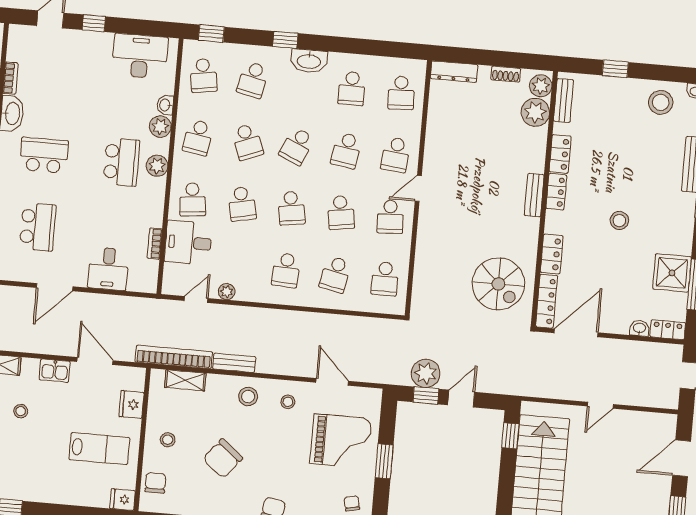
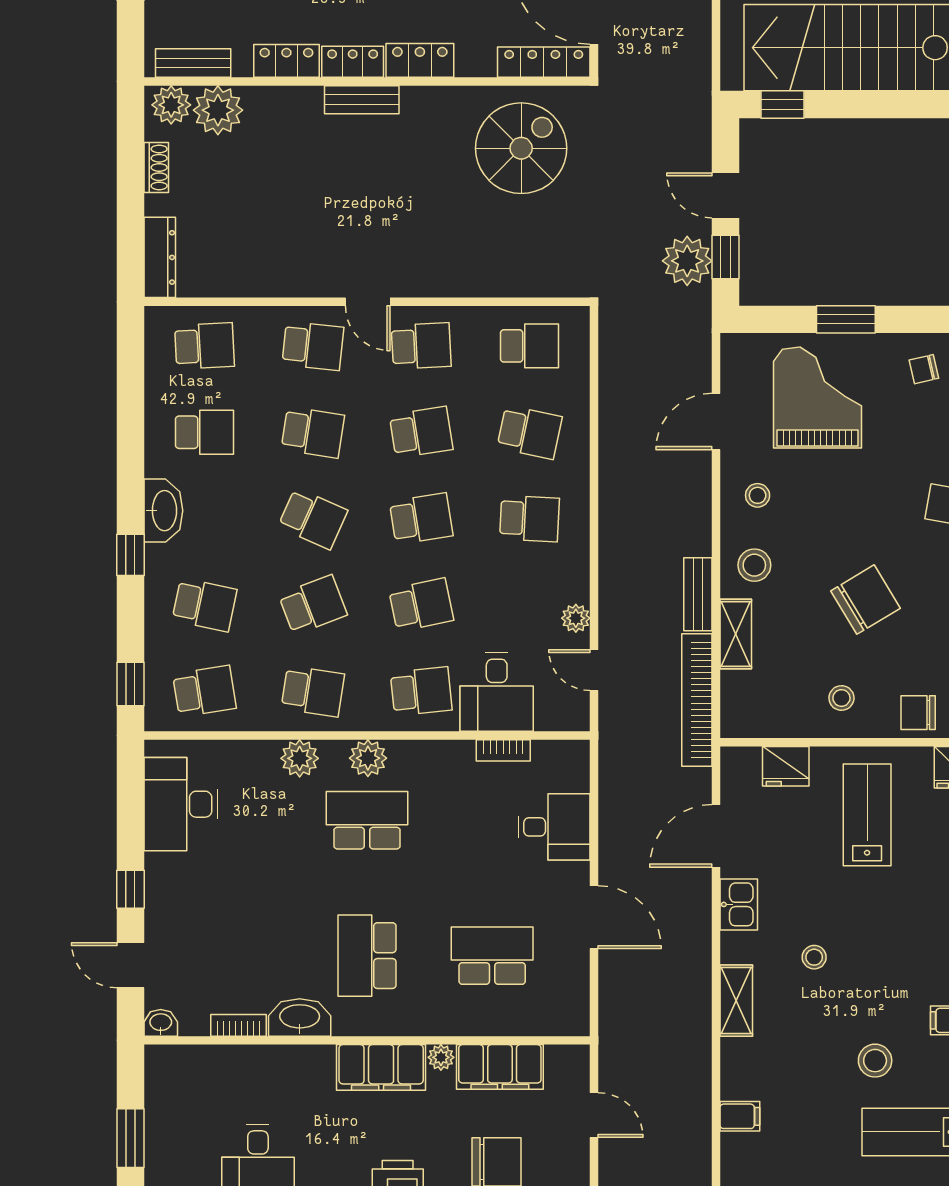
washbasin: (165, 105) -> (161, 1023), moved, turned 180
locker: (552, 254) -> (420, 60), moved
shelving: (185, 380) -> (736, 634), moved
chair: (223, 458) -> (866, 600), turned -70

